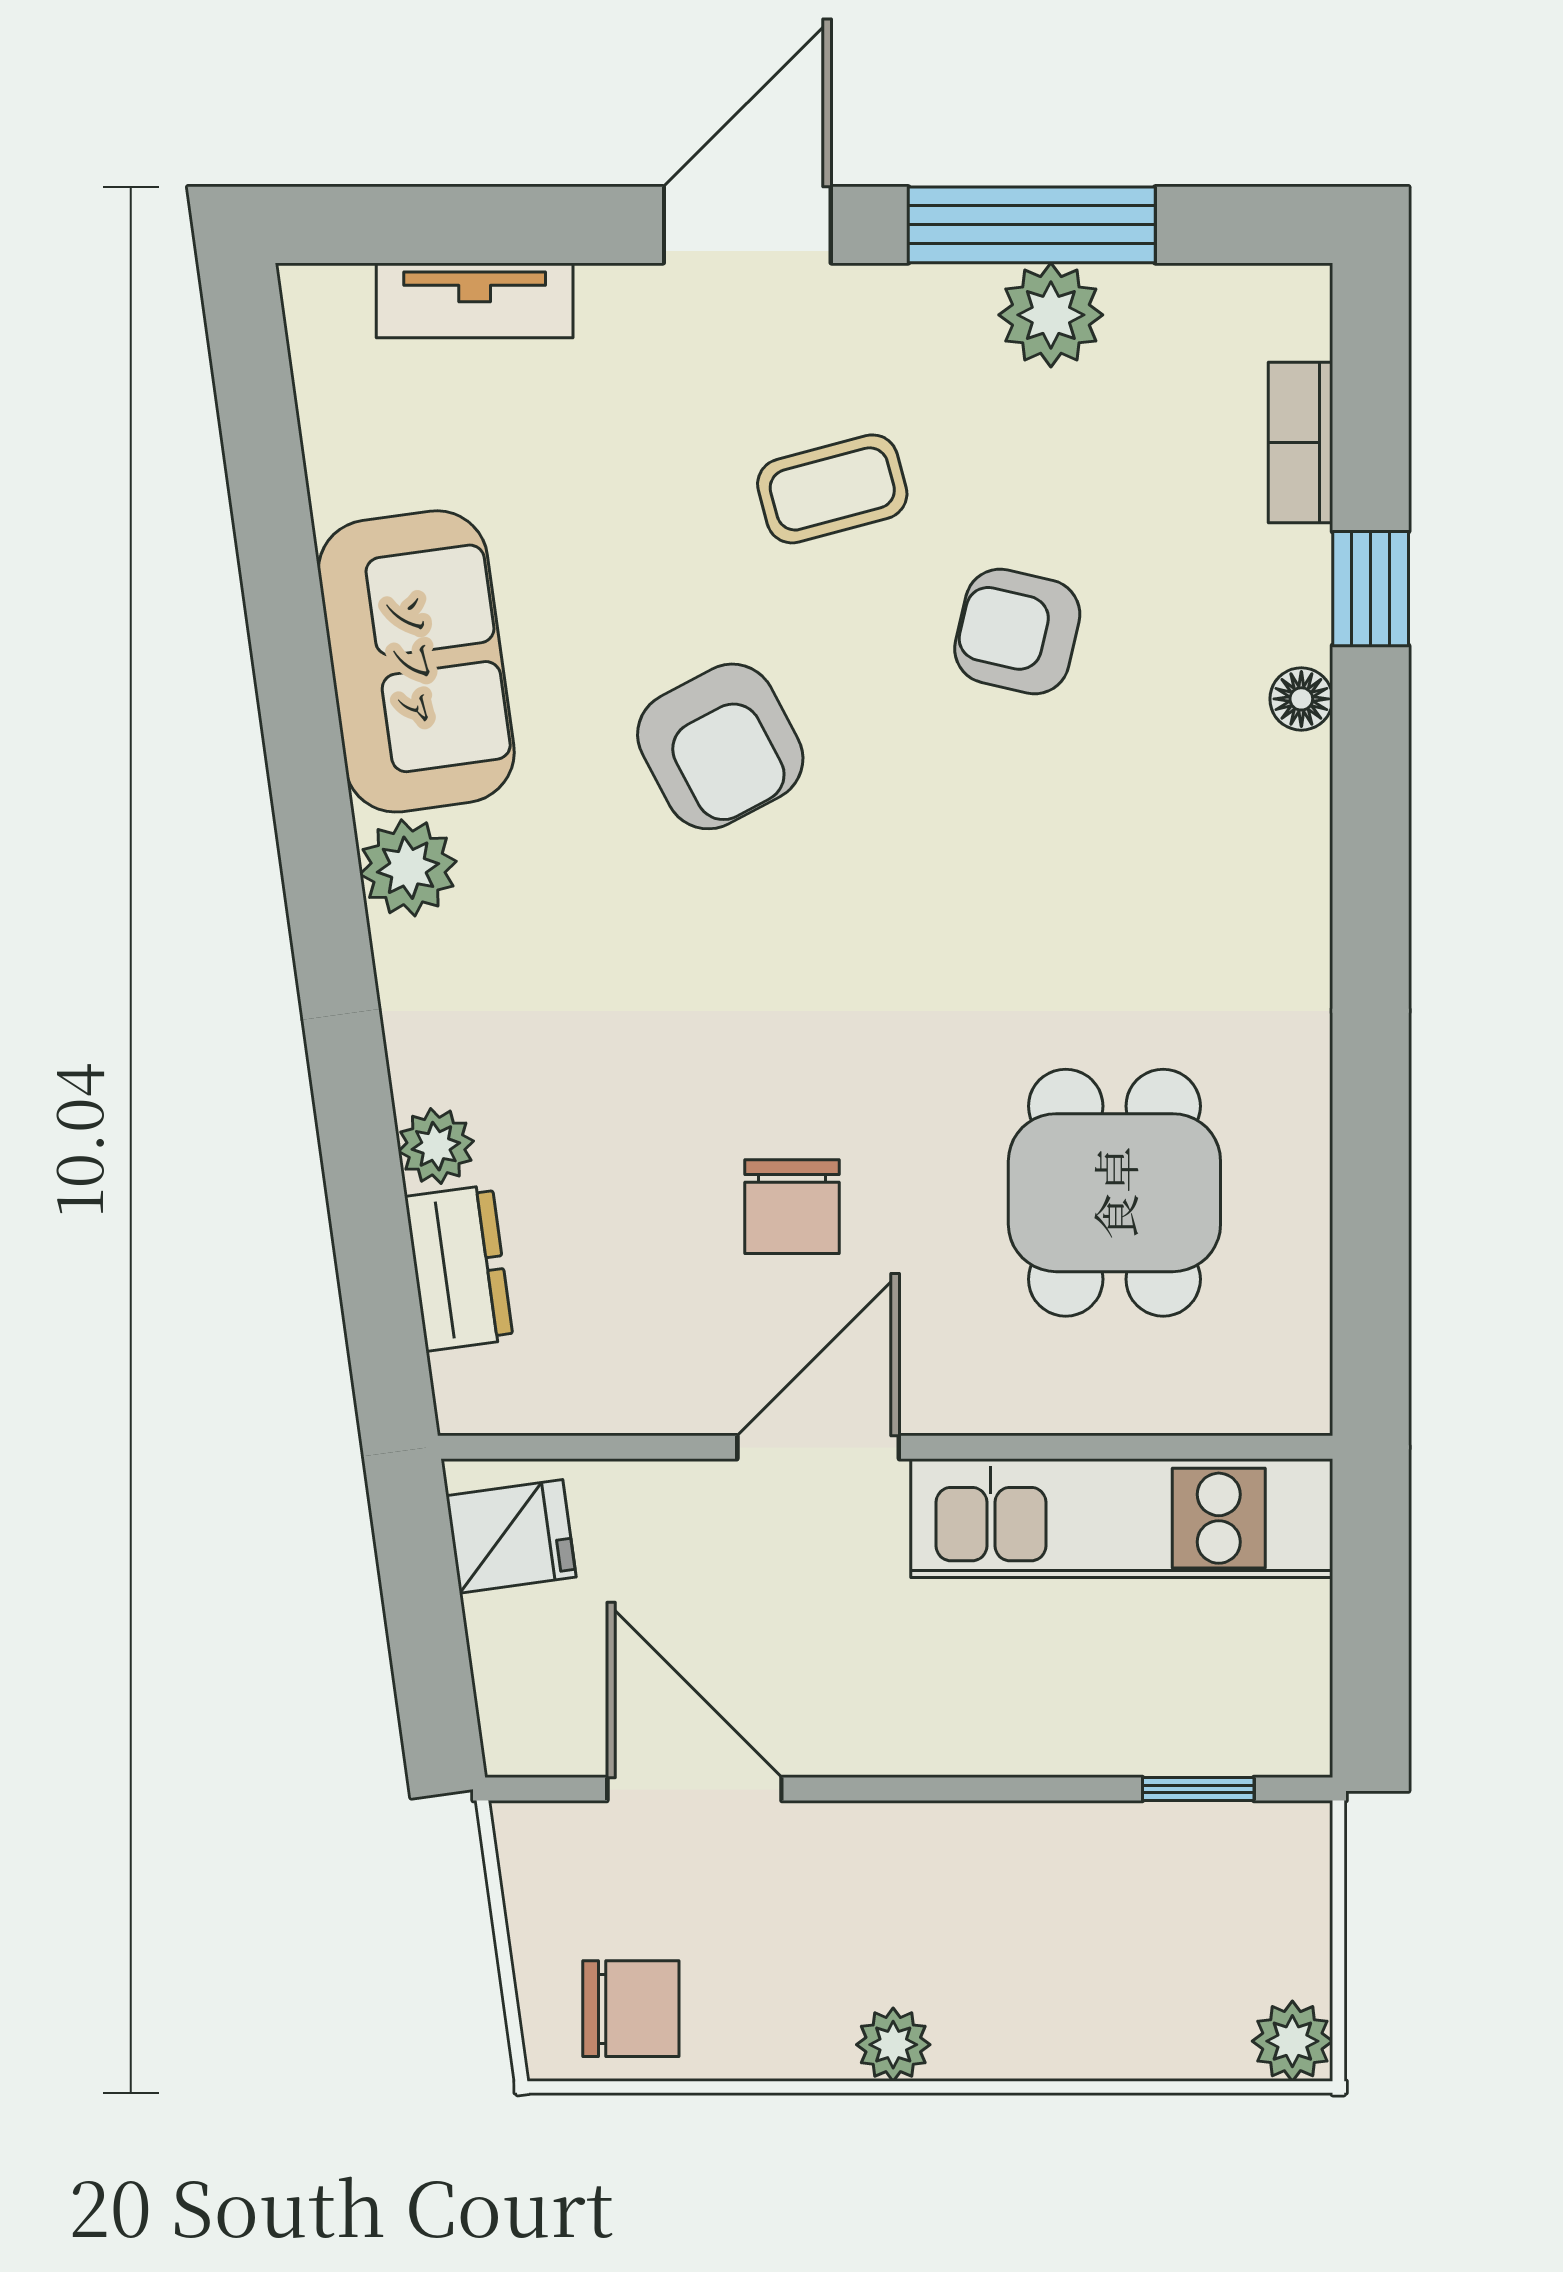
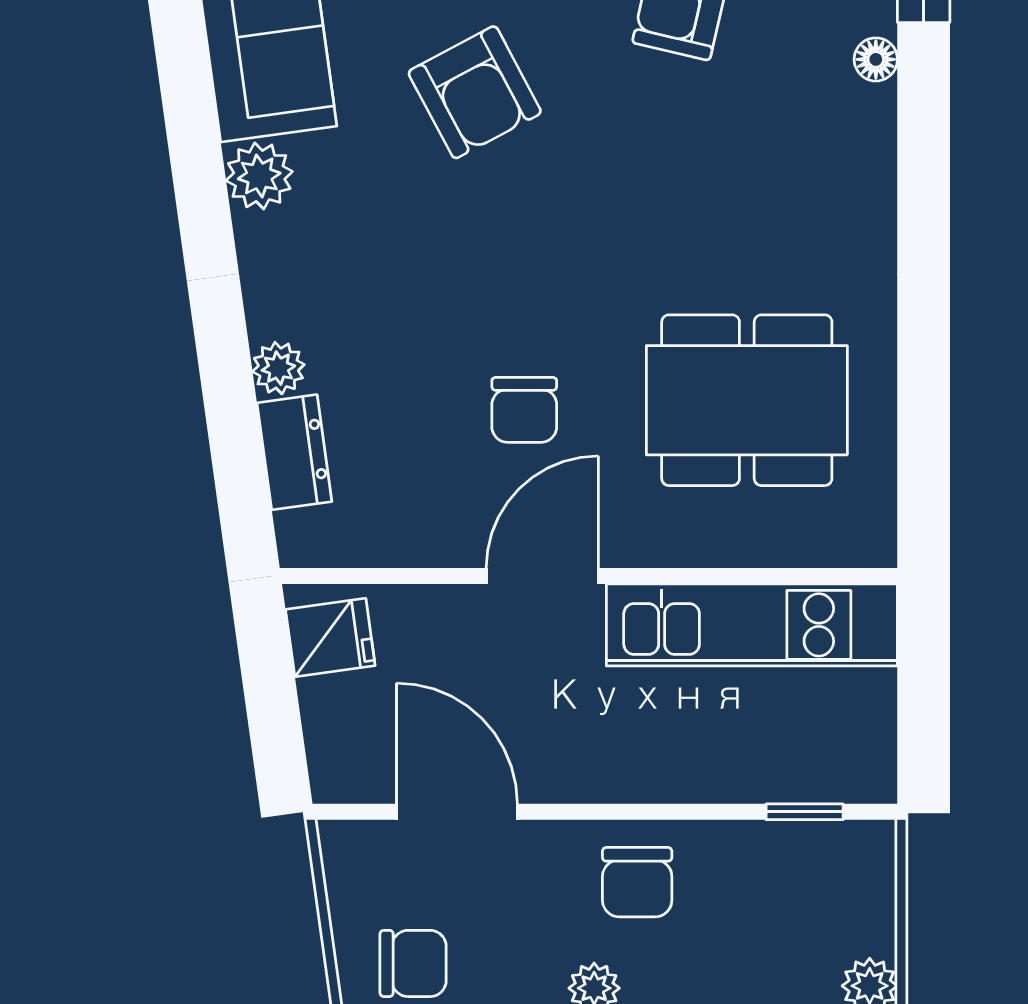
dining table: (1114, 1193) -> (747, 400), width x1.38
chair: (956, 1891) -> (637, 882), added

